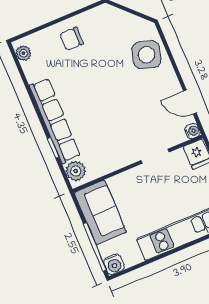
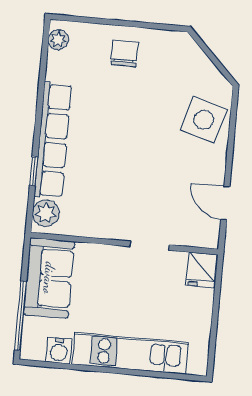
chair: (72, 39) -> (124, 53), turned 90
water cooler: (193, 131) -> (210, 240), removed
water cooler: (114, 264) -> (59, 351), moved

